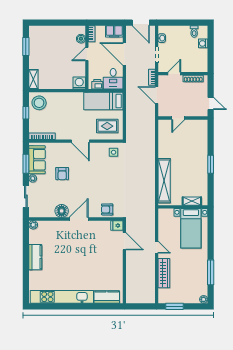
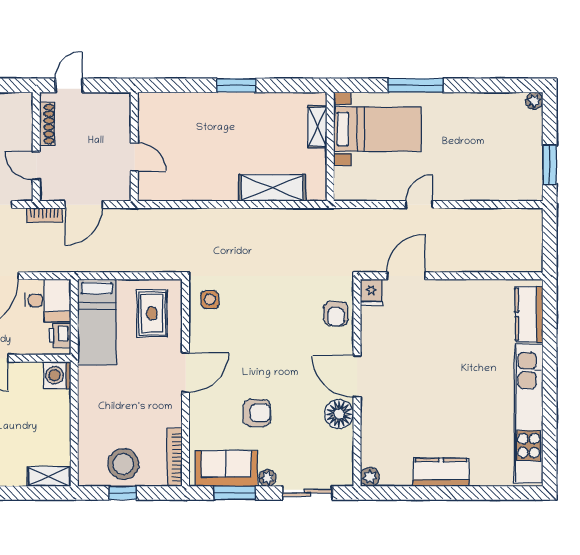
stool: (39, 103) -> (123, 464), moved
door: (211, 103) -> (69, 85), moved
shelving: (164, 181) -> (272, 188), width x0.68
window: (211, 272) -> (416, 85), moved
wardrobe: (164, 273) -> (476, 189), removed

